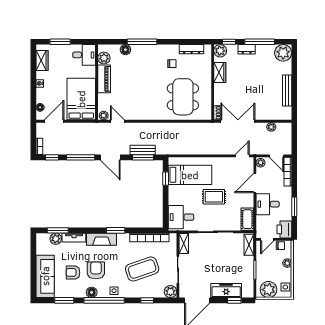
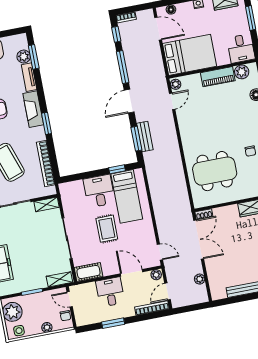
desk: (181, 217) -> (99, 191), moved
printer: (284, 229) -> (85, 317), removed

